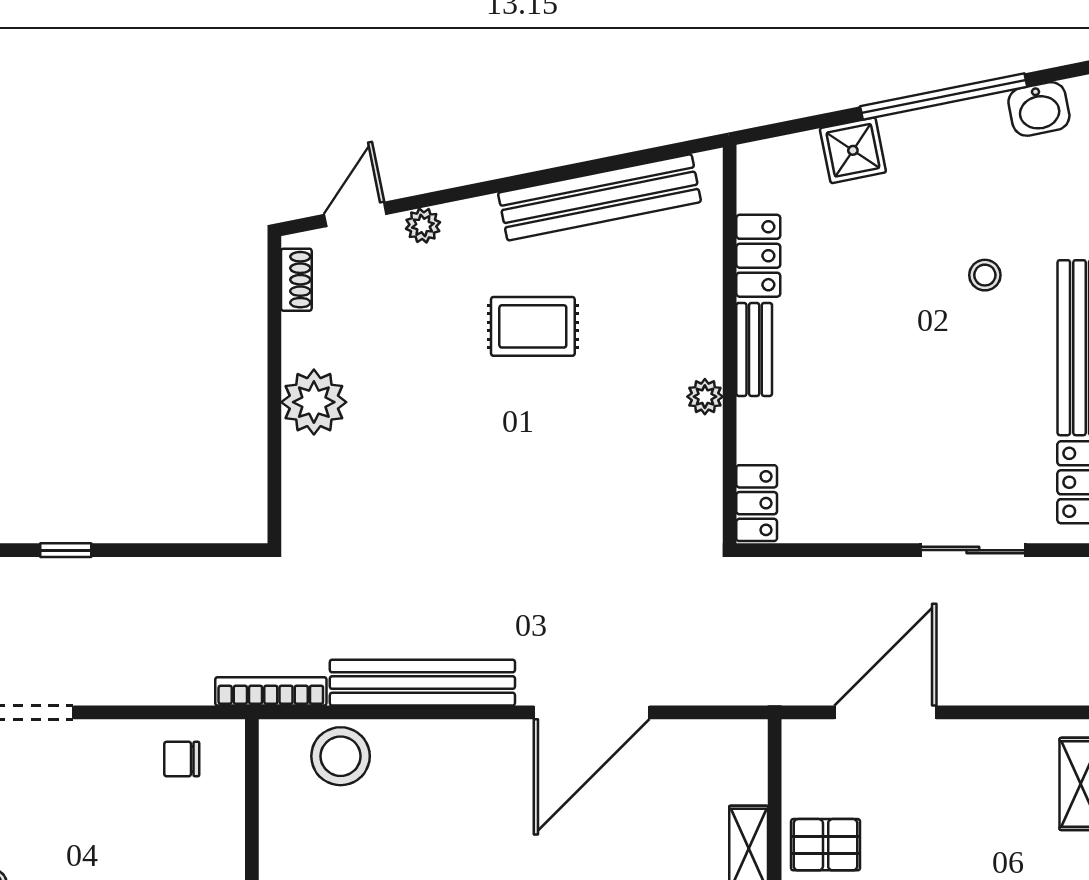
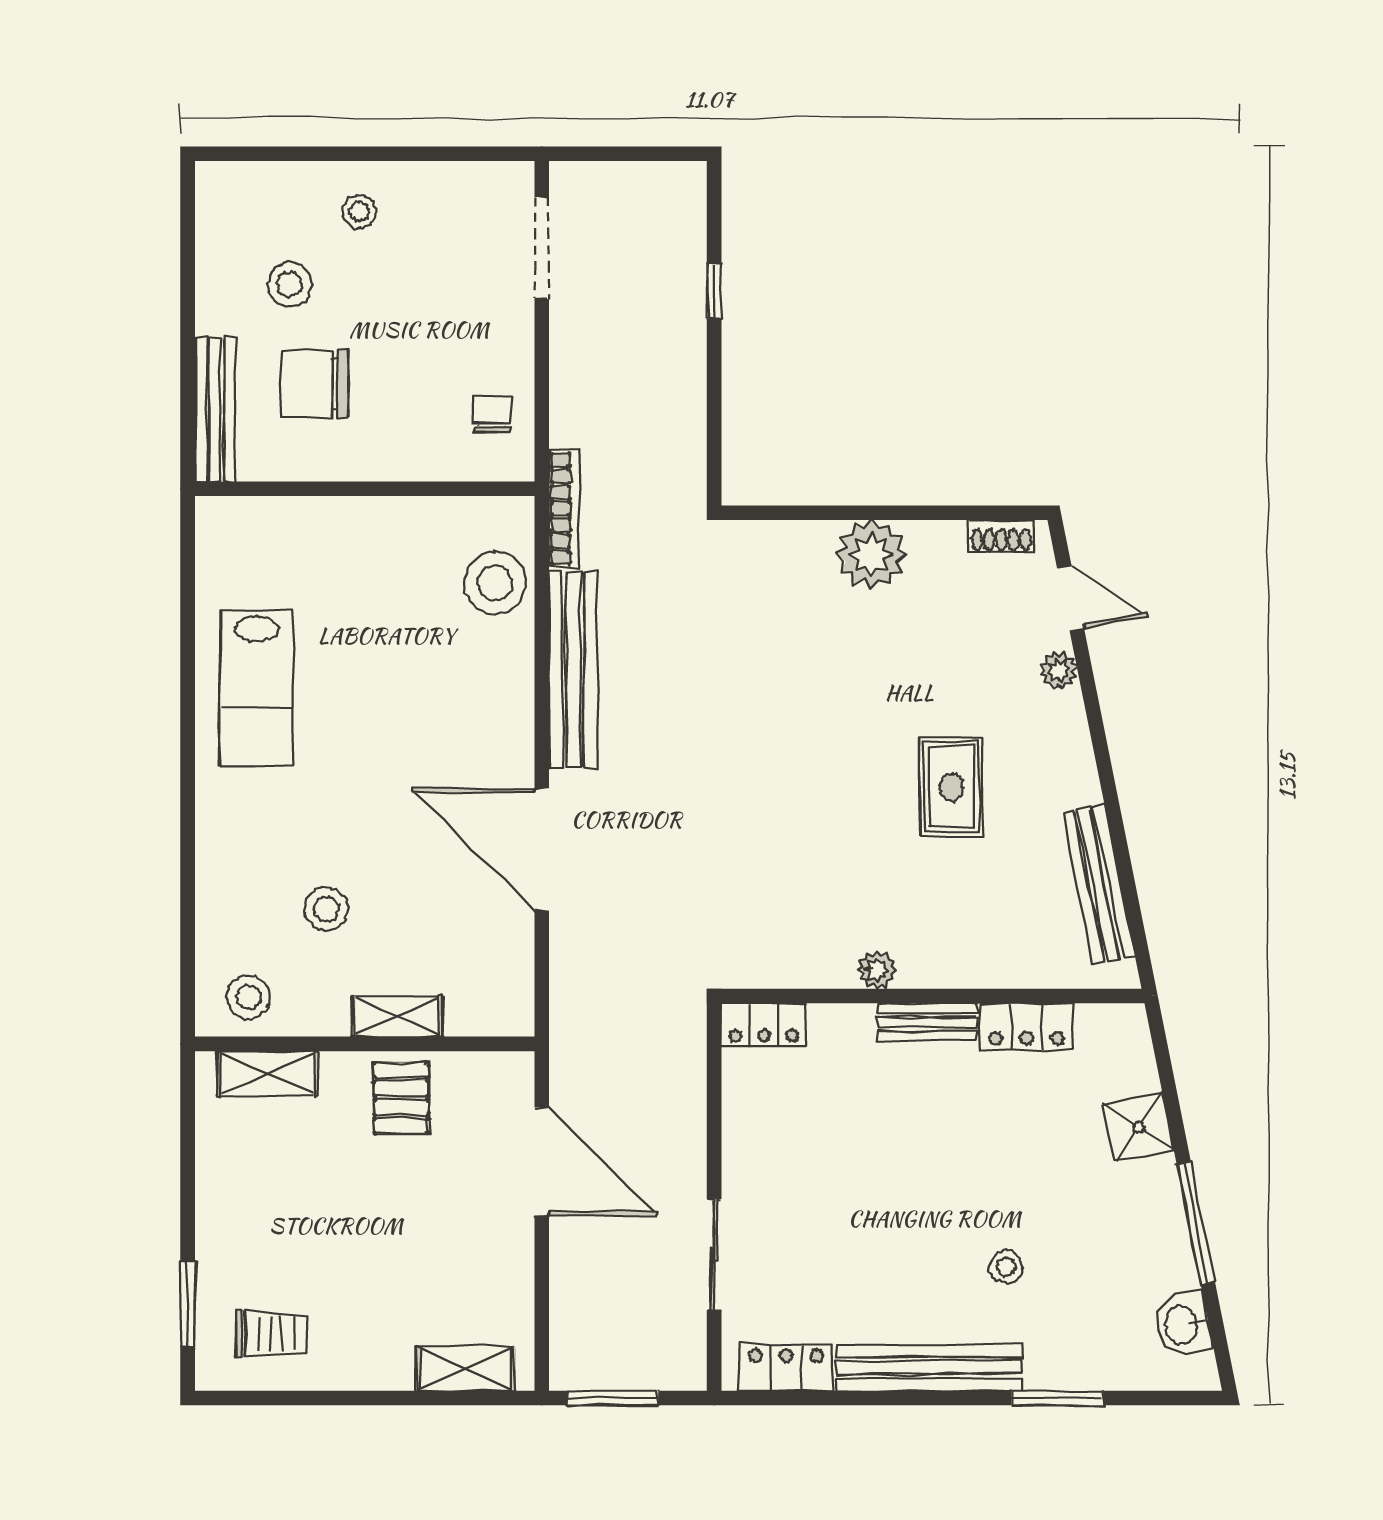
window: (944, 96) -> (1196, 1223), width x0.68
bench: (599, 197) -> (1099, 885), width x0.73, depth x0.82

